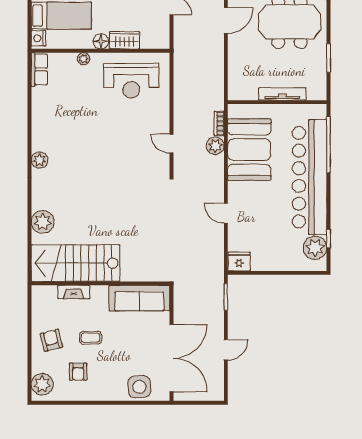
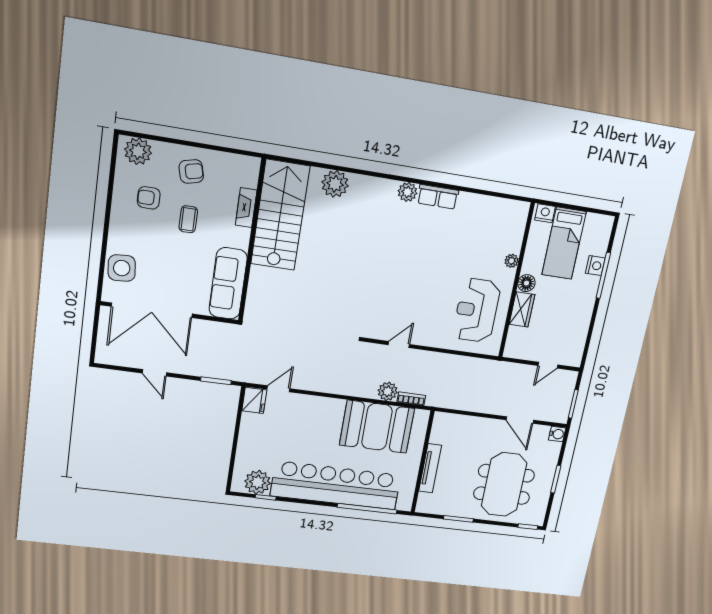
row of seats: (39, 70) -> (438, 197), moved
door: (226, 213) -> (278, 389), moved

